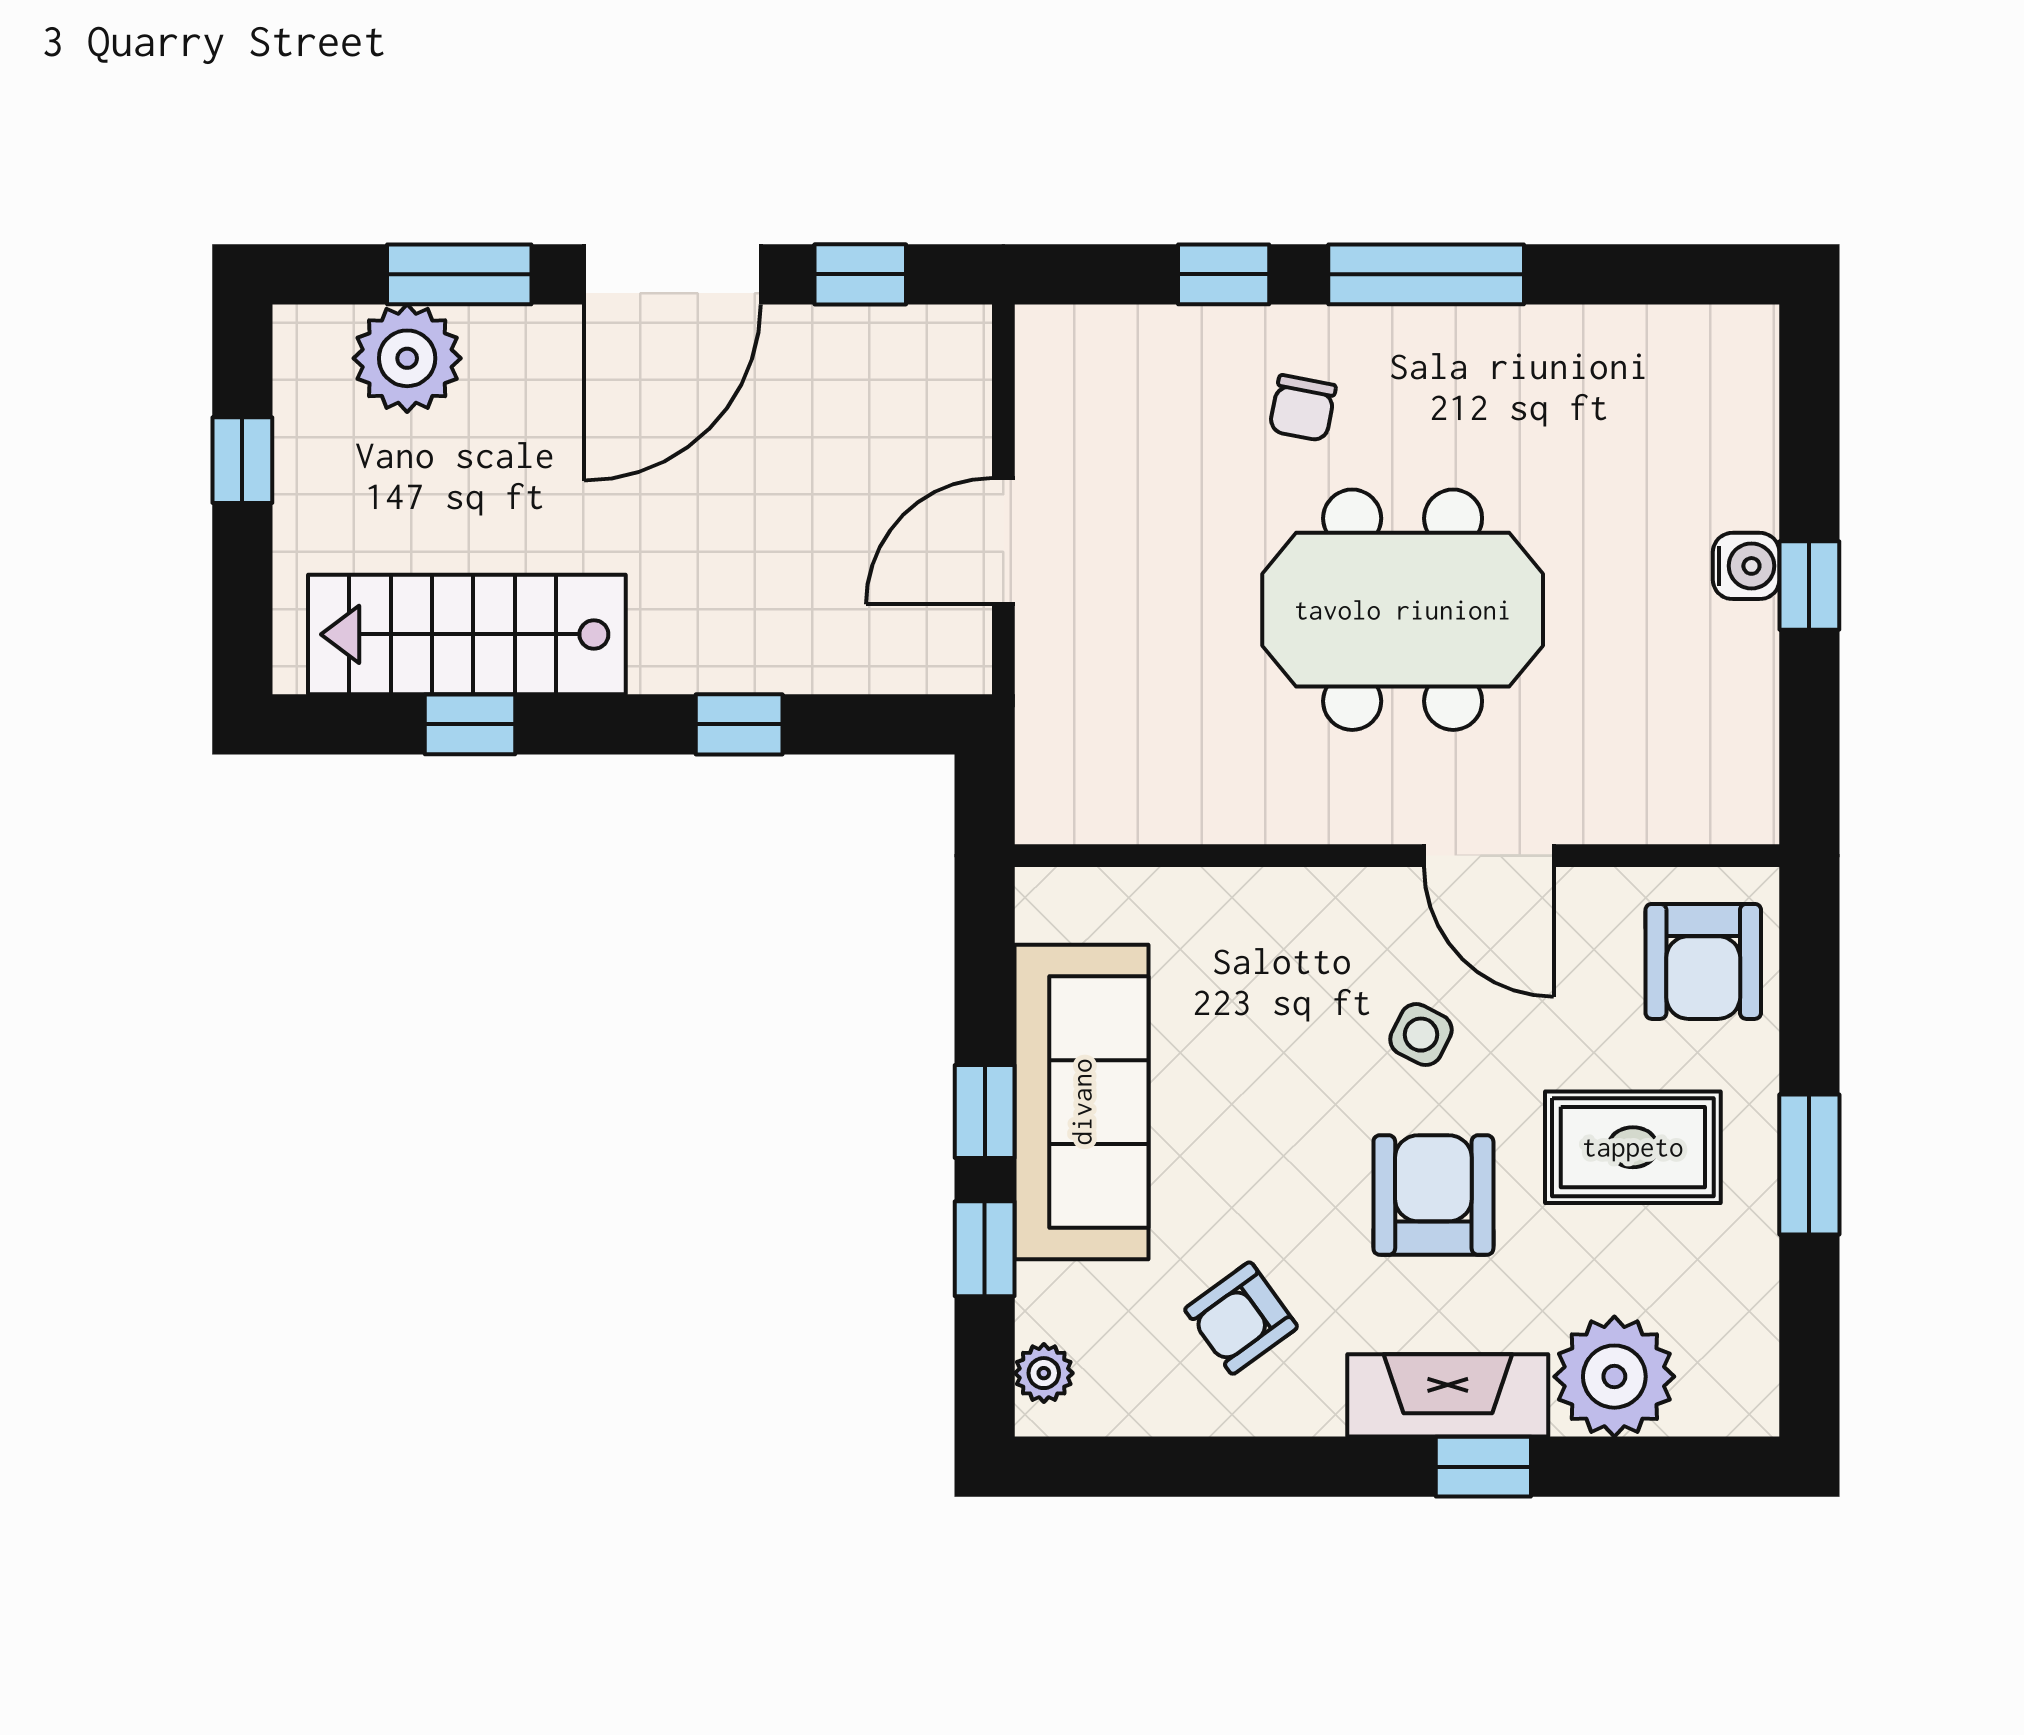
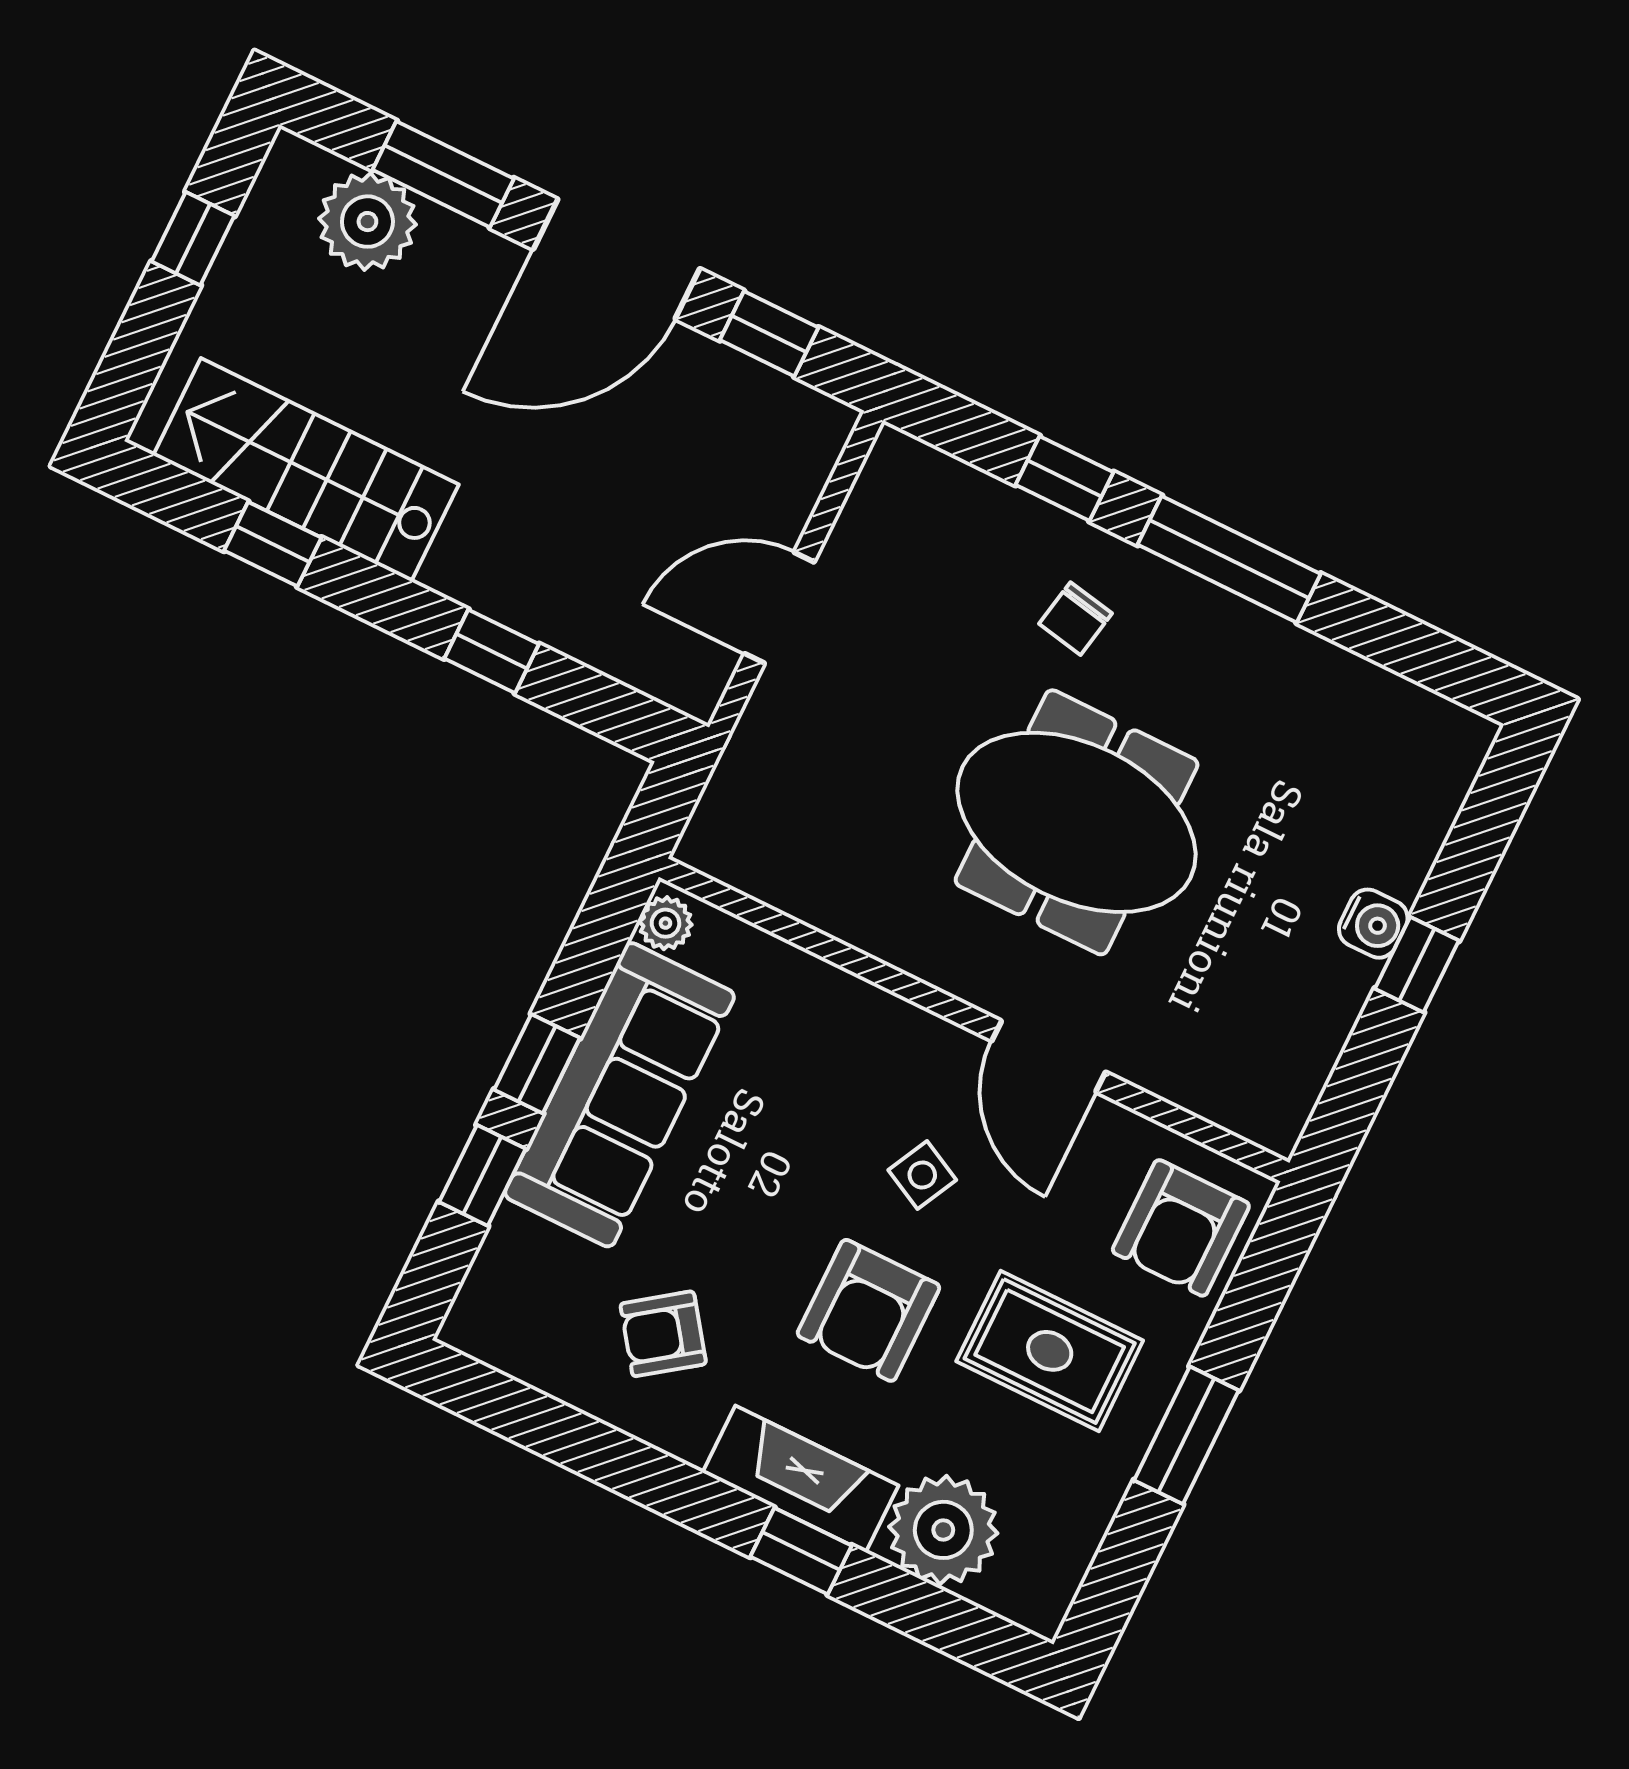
armchair: (1433, 1195) -> (868, 1310), turned 180
plant: (1044, 1373) -> (665, 923), moved

